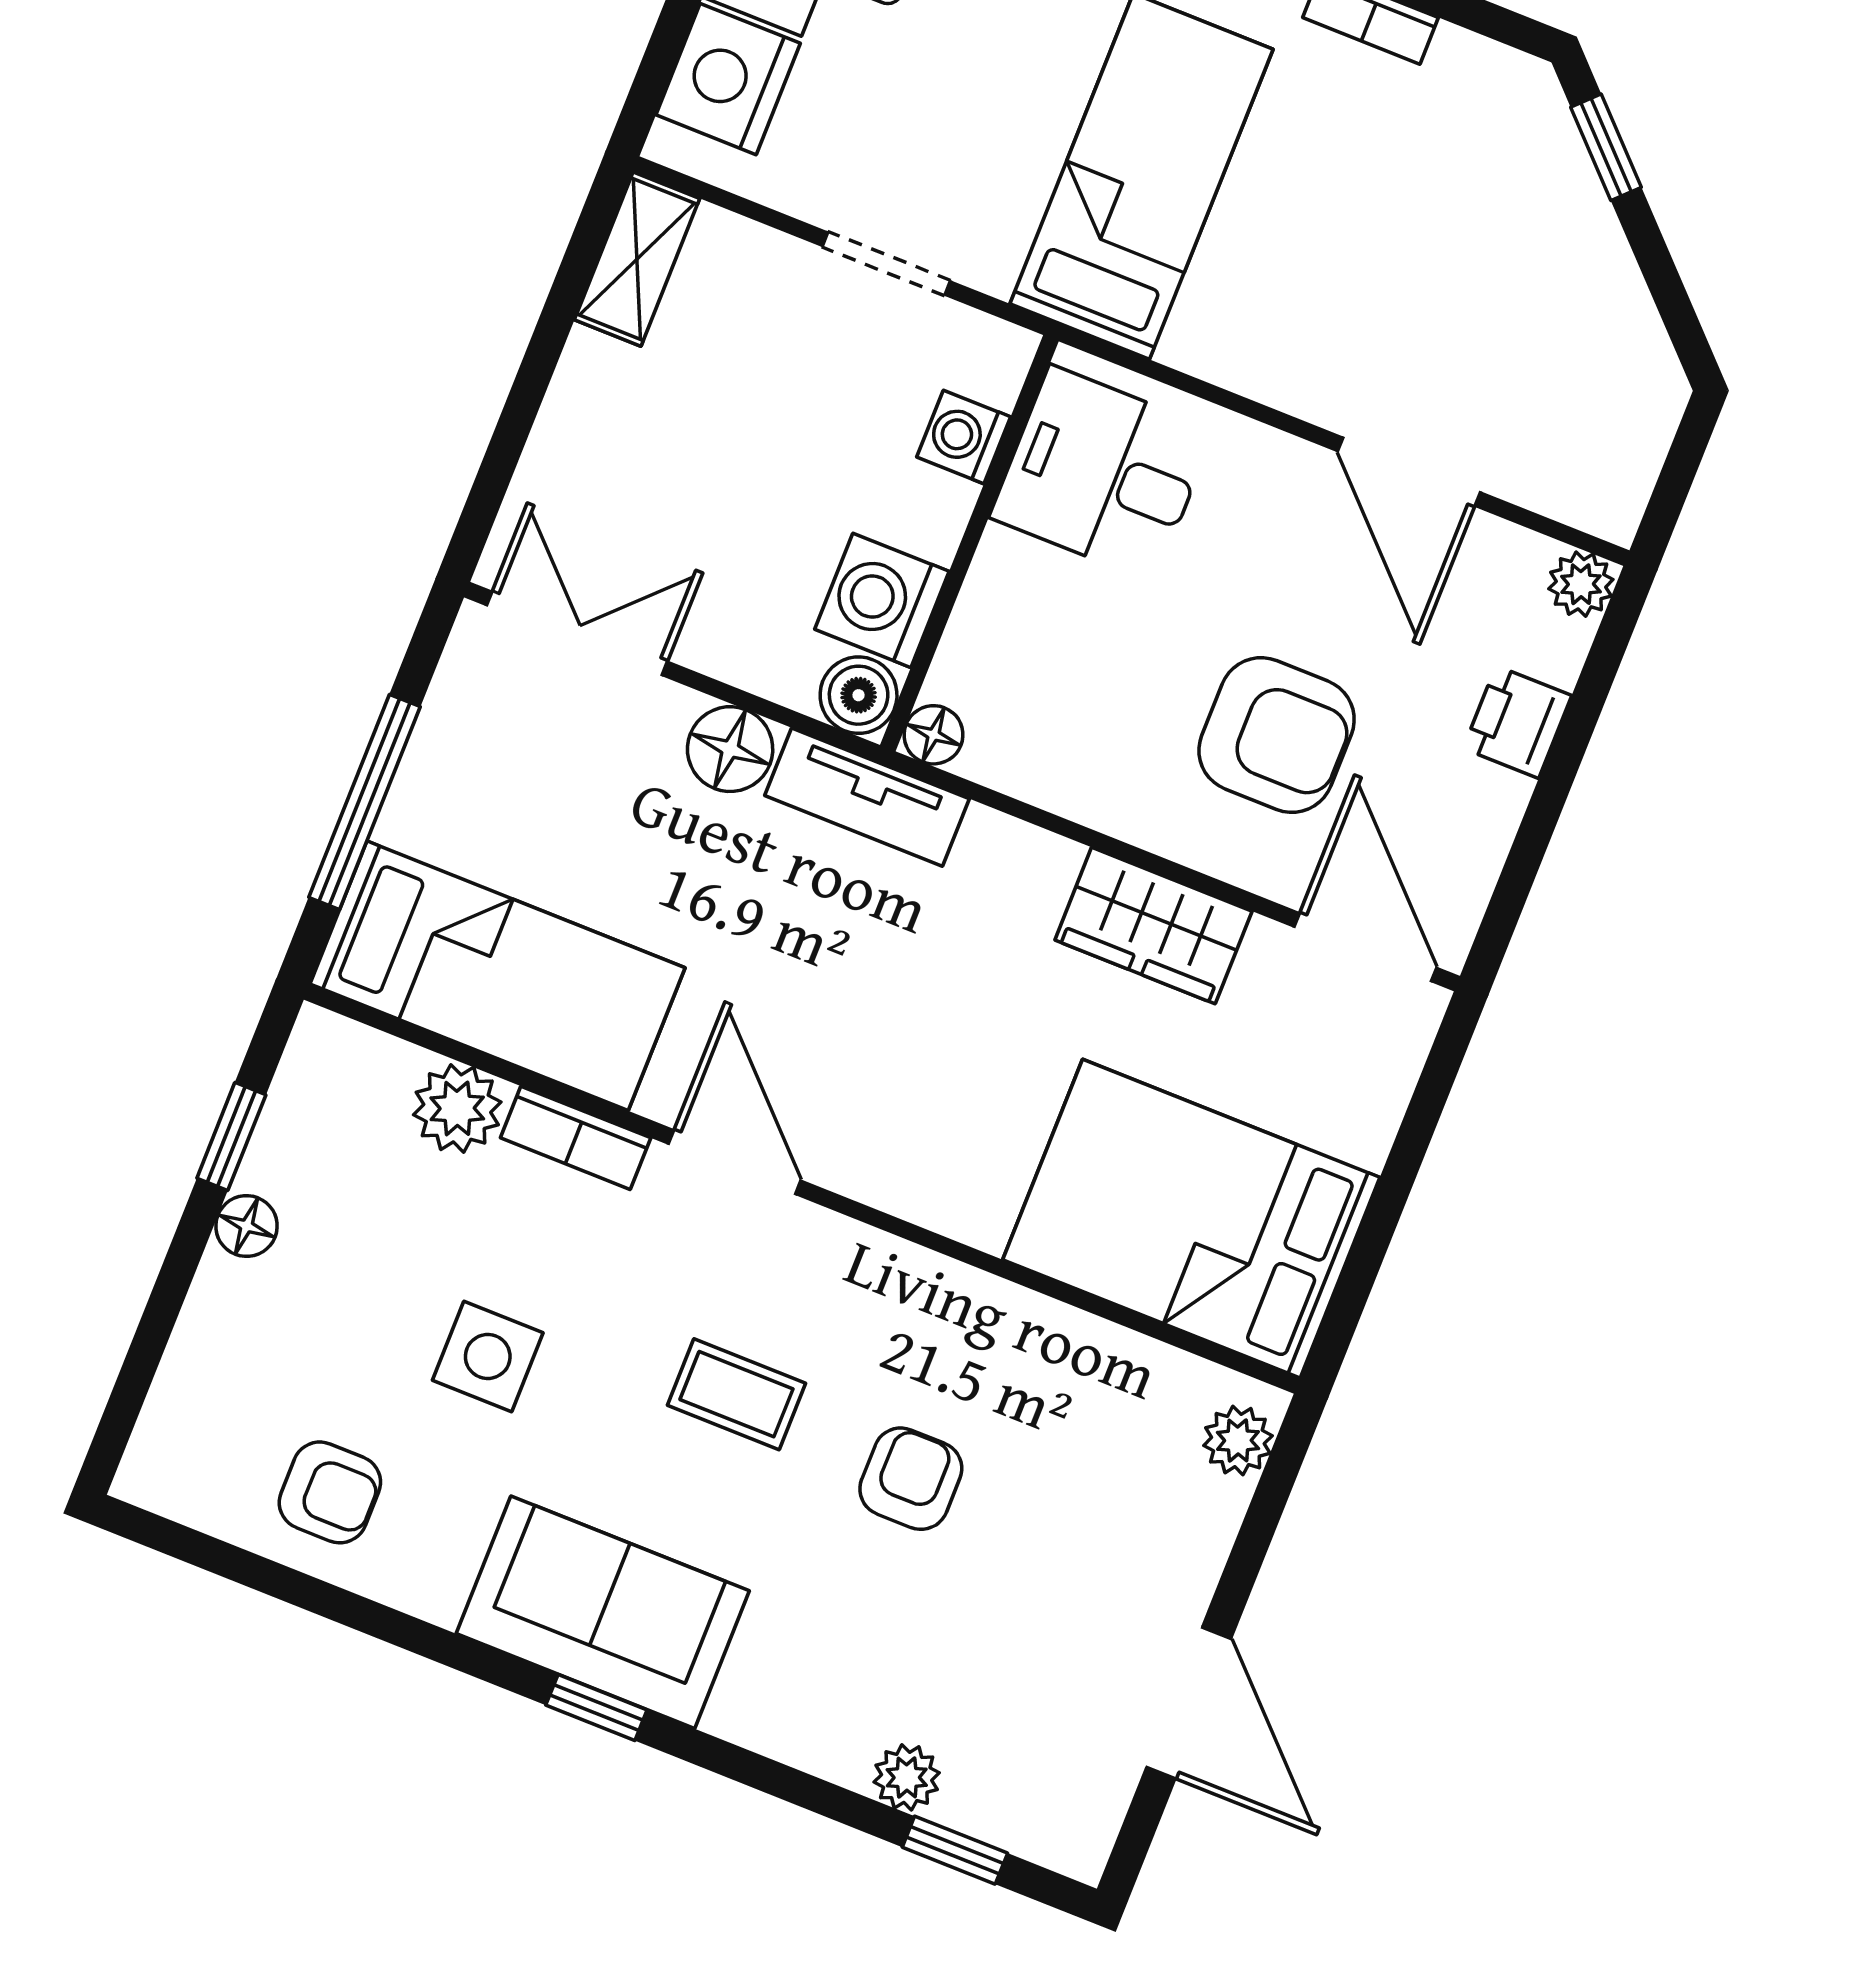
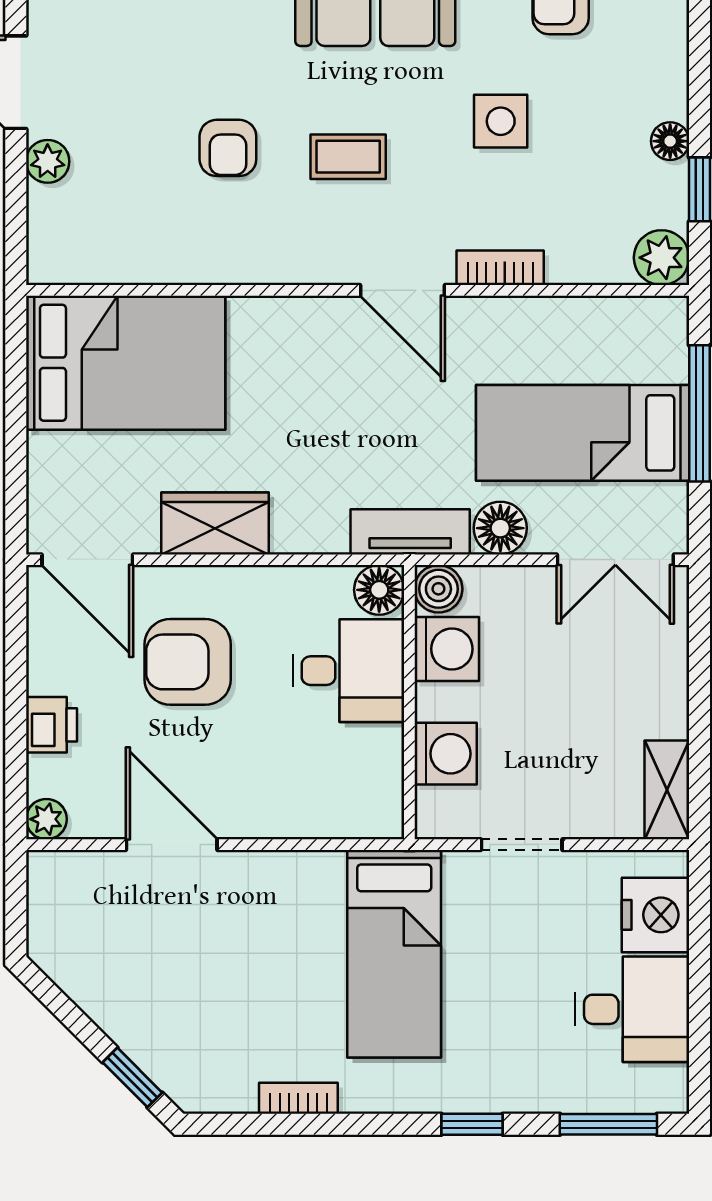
washing machine: (964, 437) -> (446, 754), width x1.38, depth x1.38
desk: (1102, 474) -> (349, 671), moved
floor lamp: (933, 735) -> (379, 590), width x1.37, depth x1.37
bed: (497, 976) -> (583, 433), moved
plant: (457, 1108) -> (662, 258), moved
plant: (1238, 1441) -> (48, 161), moved

